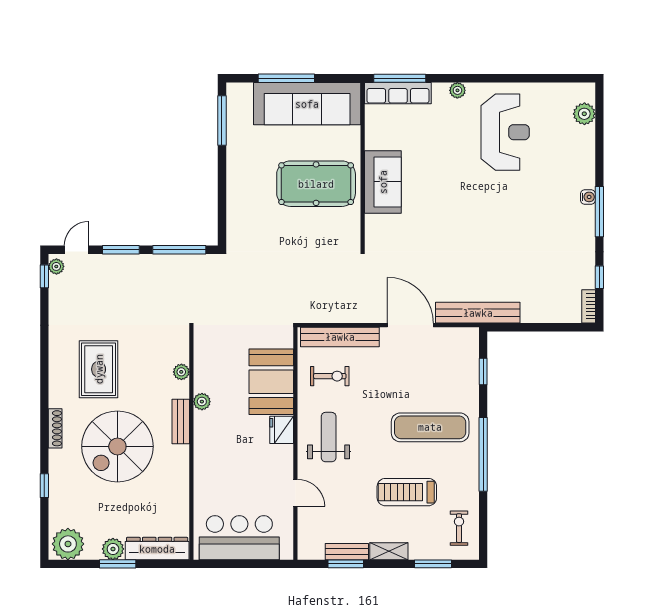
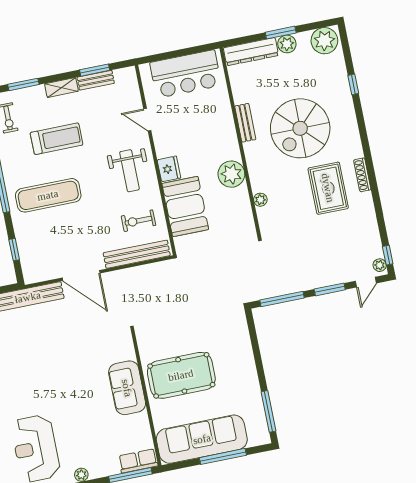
row of seats: (398, 93) -> (138, 461), width x0.68
plant: (202, 402) -> (231, 174), width x1.87, depth x1.87
bench: (181, 422) -> (245, 123), moved
shoe rack: (55, 428) -> (362, 175), moved
spiral stairs: (117, 446) -> (300, 128), turned 180

